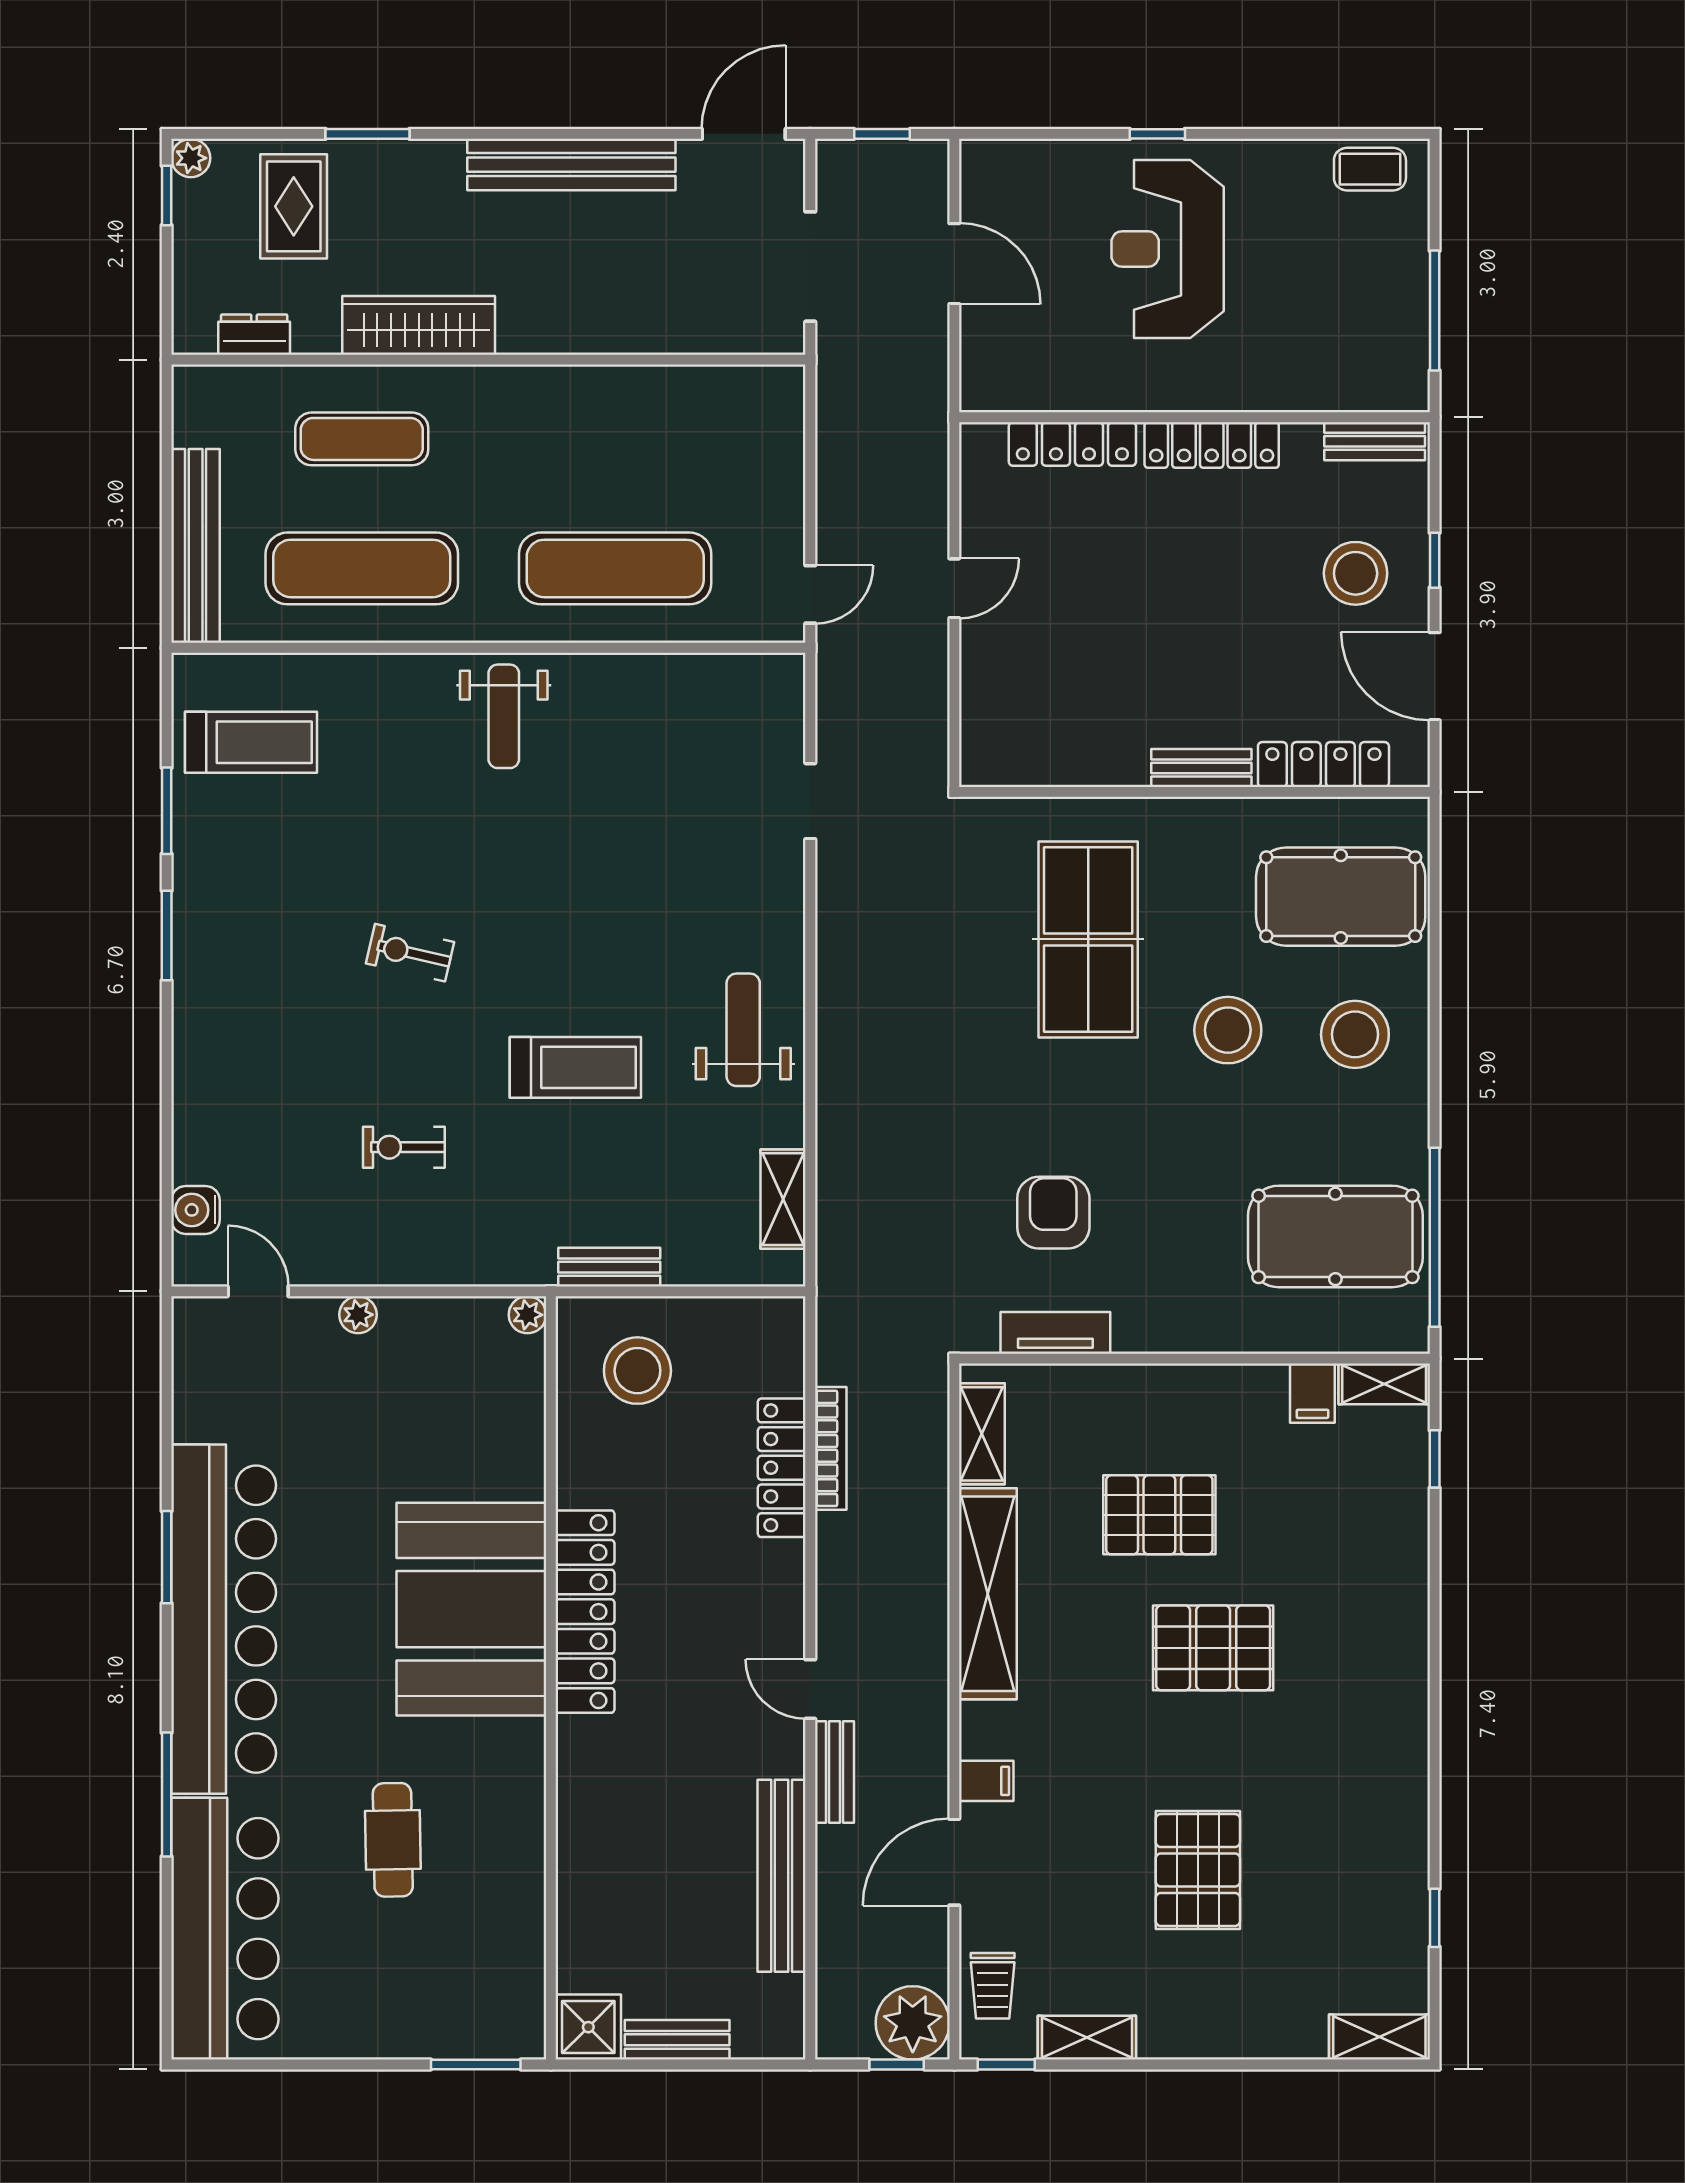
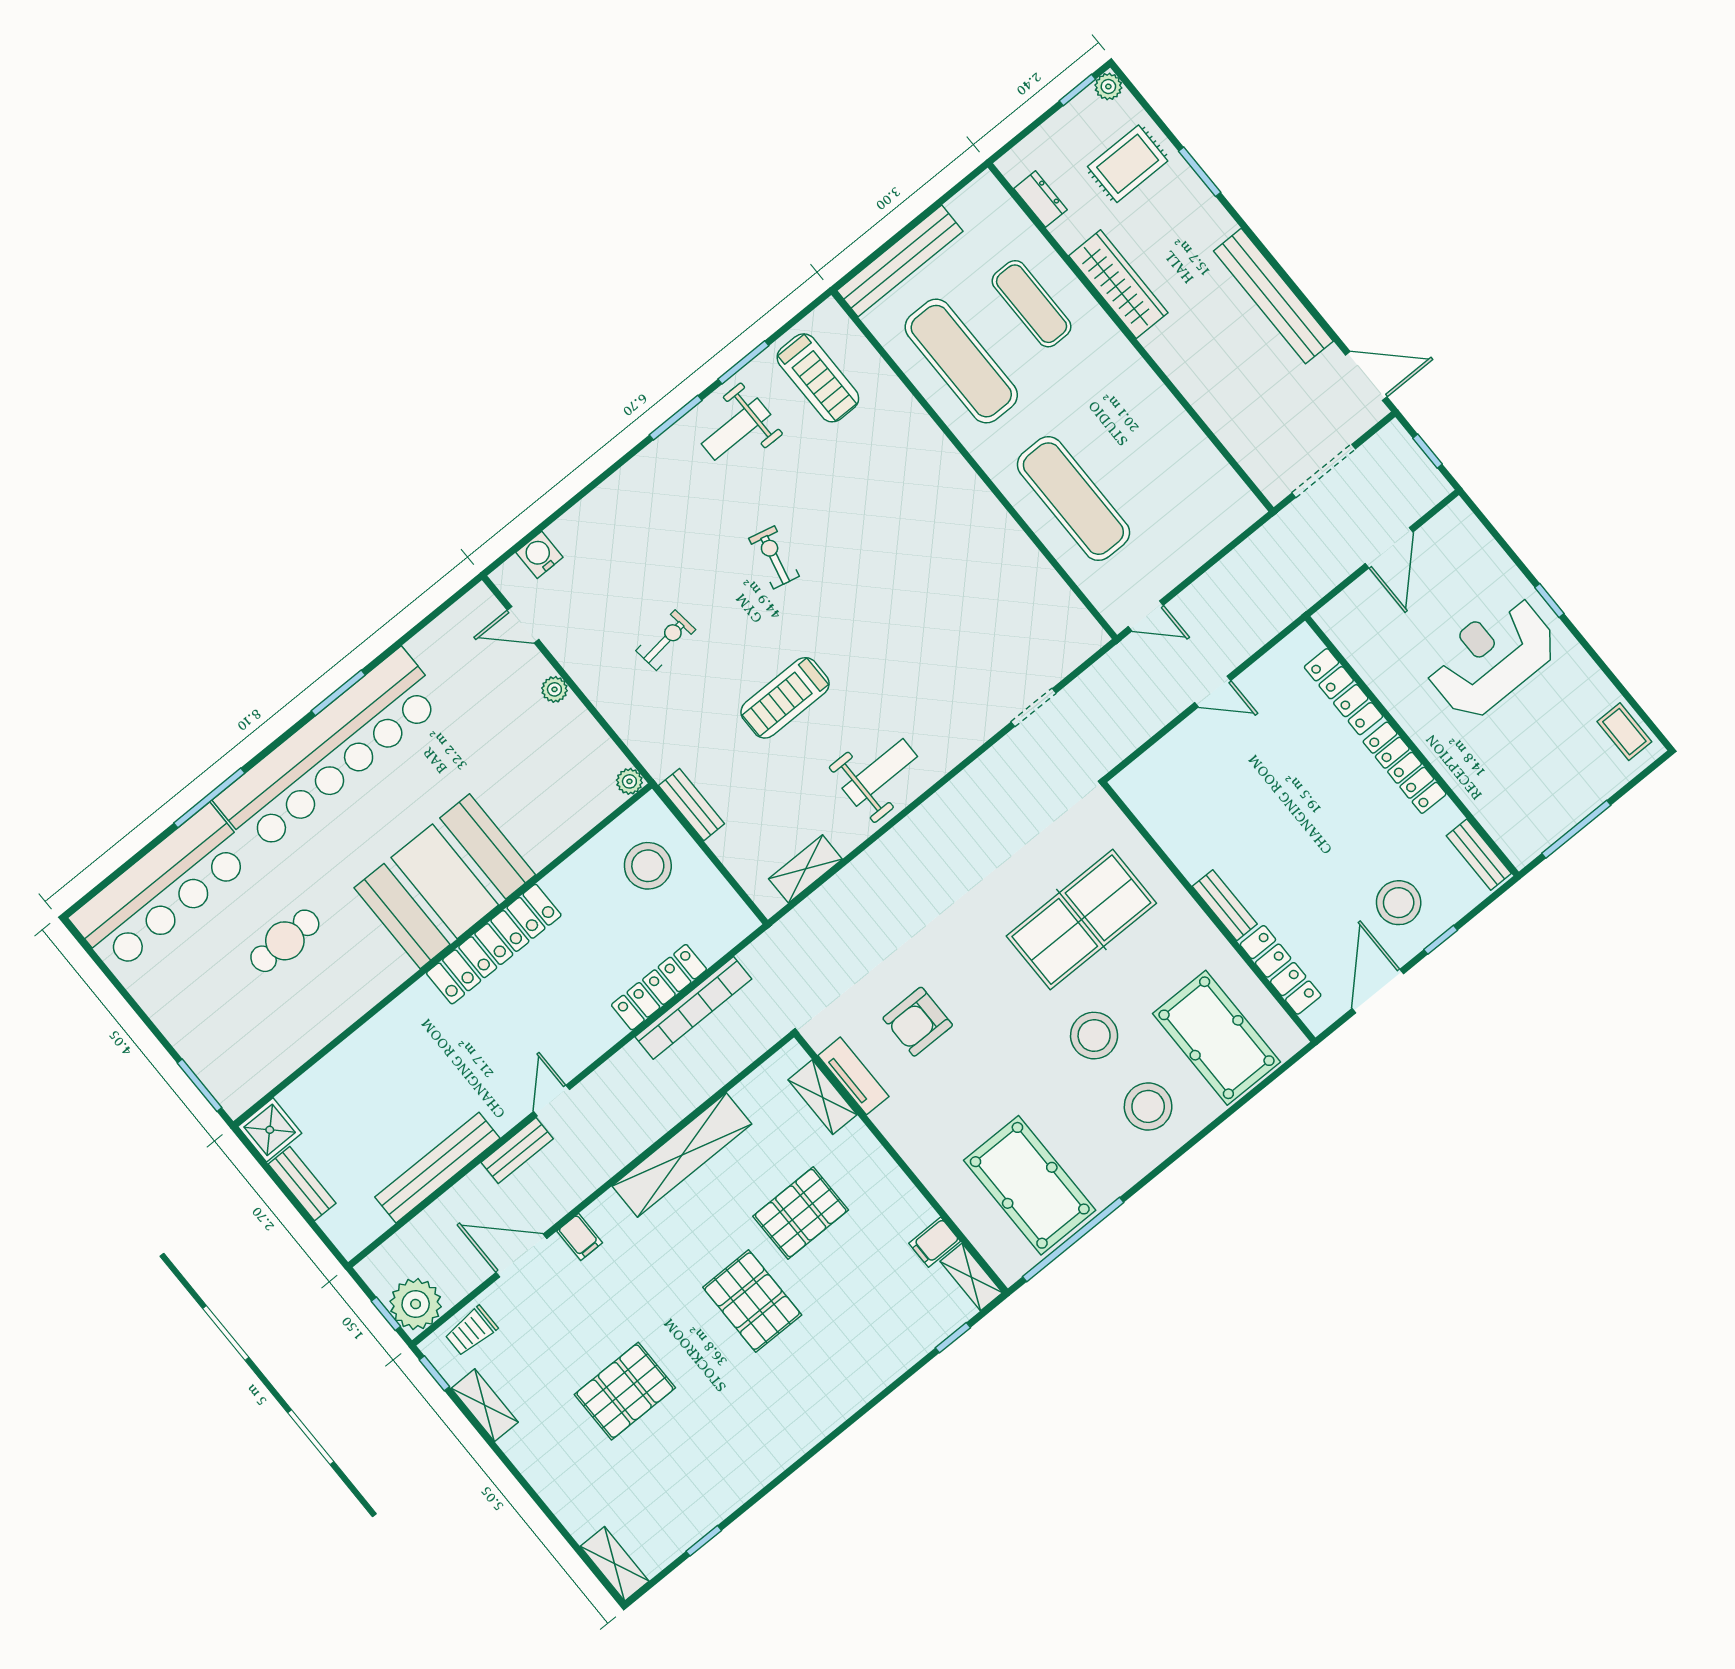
weight bench: (504, 716) -> (736, 429), moved
treadmill: (575, 1067) -> (785, 698), turned 90
exercise bike: (404, 1147) -> (666, 640), turned 83
armchair: (1053, 1213) -> (918, 1022), turned 180
door: (258, 1291) -> (523, 625), swing flipped
shelving: (982, 1434) -> (822, 1097), moved, turned 90
bookcase: (831, 1448) -> (693, 1008), width x1.48, depth x1.31
pallet: (1159, 1515) -> (801, 1213), turned 90

